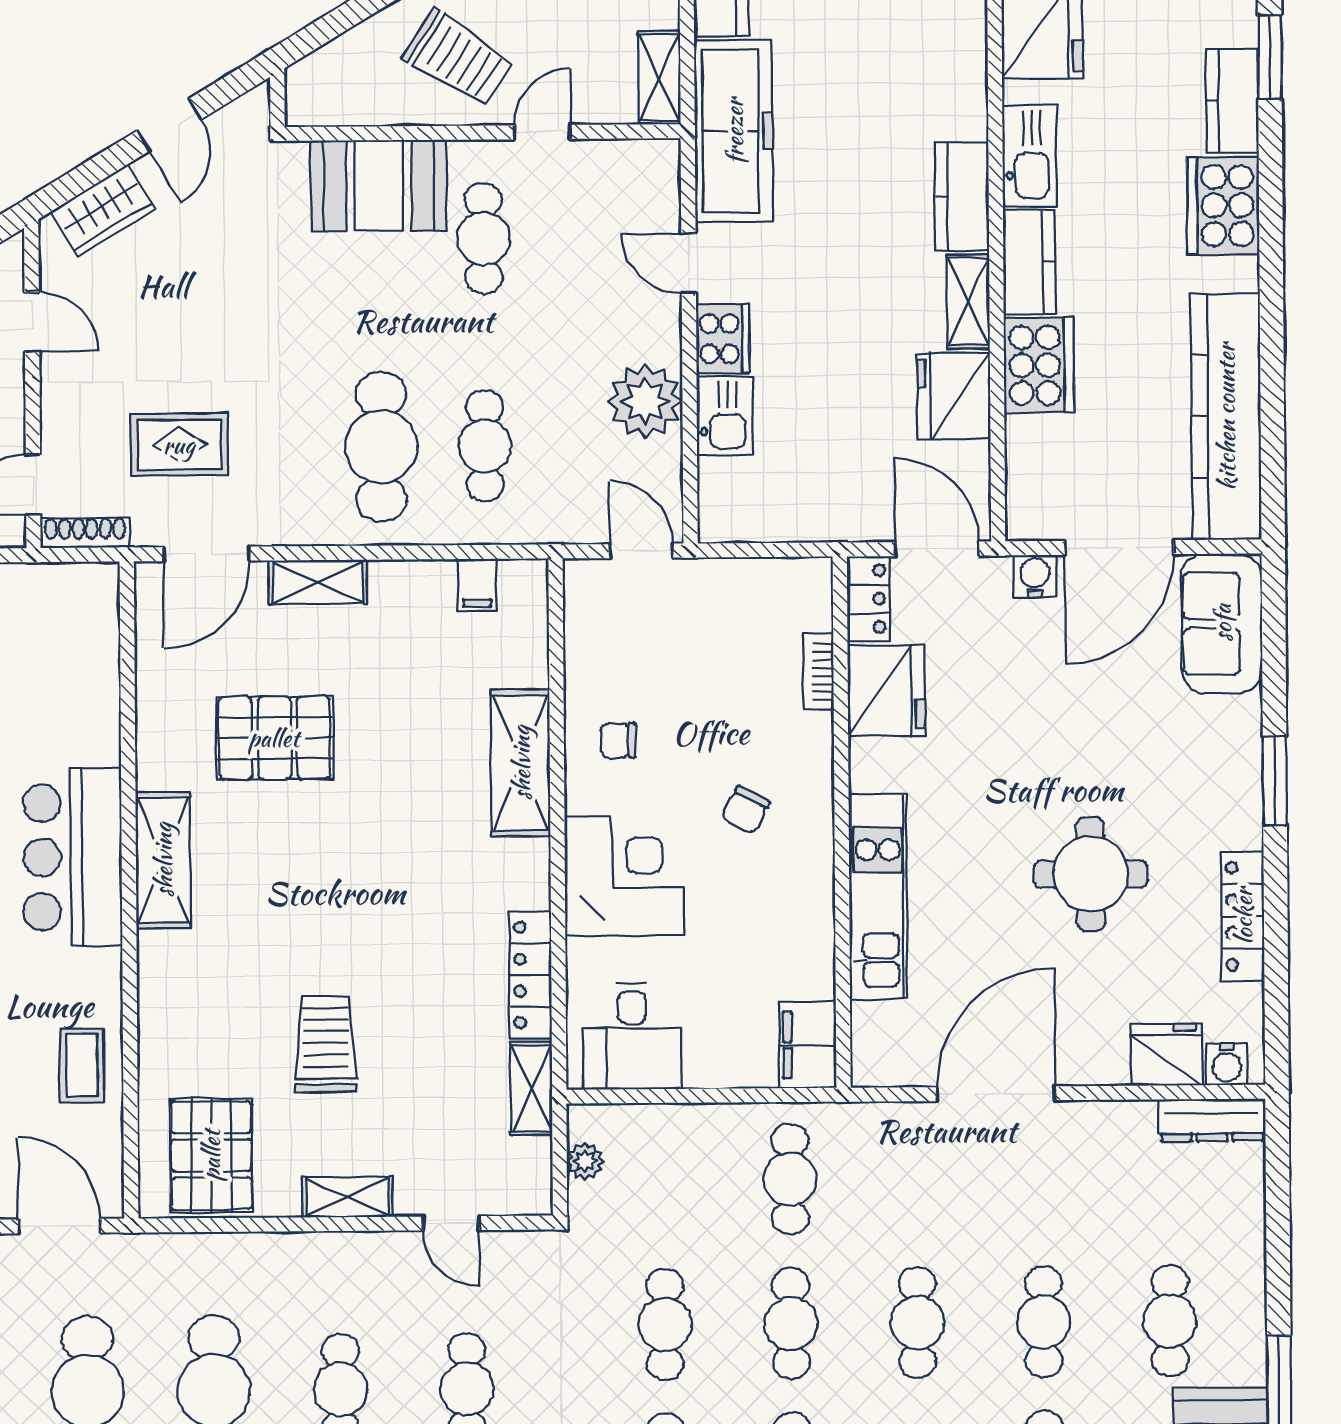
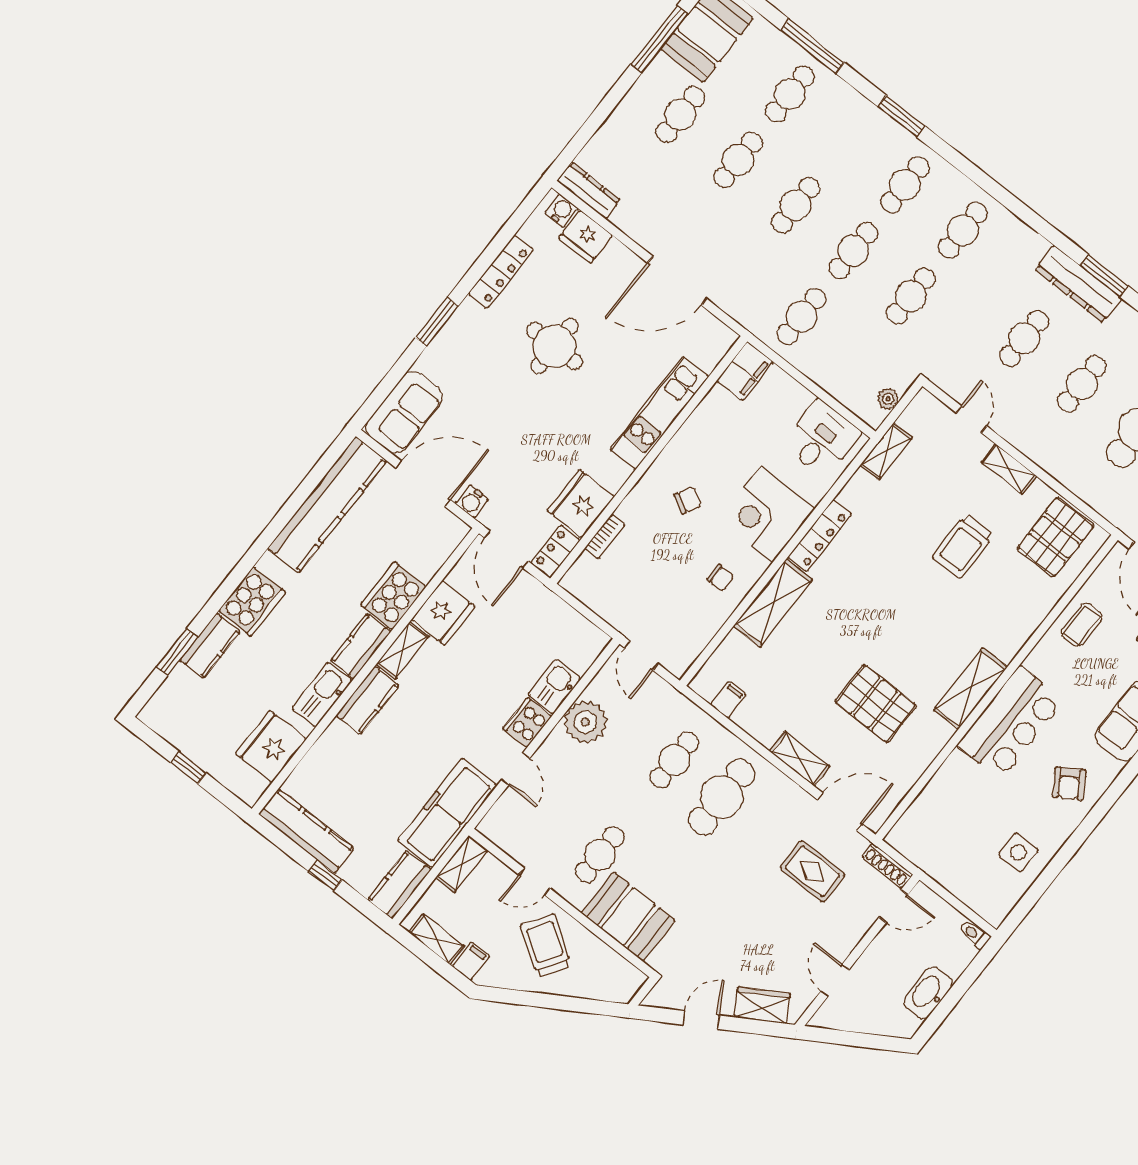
locker: (530, 975) -> (820, 536), moved

